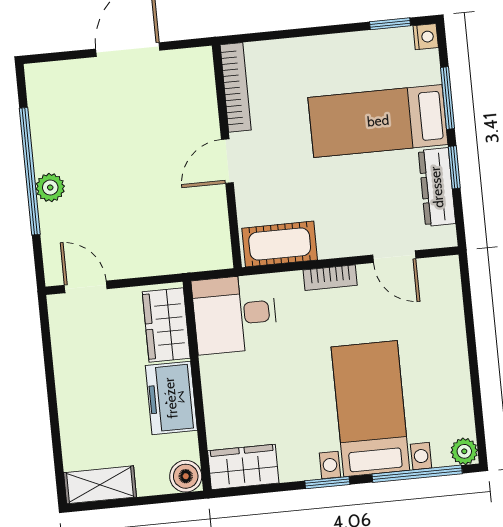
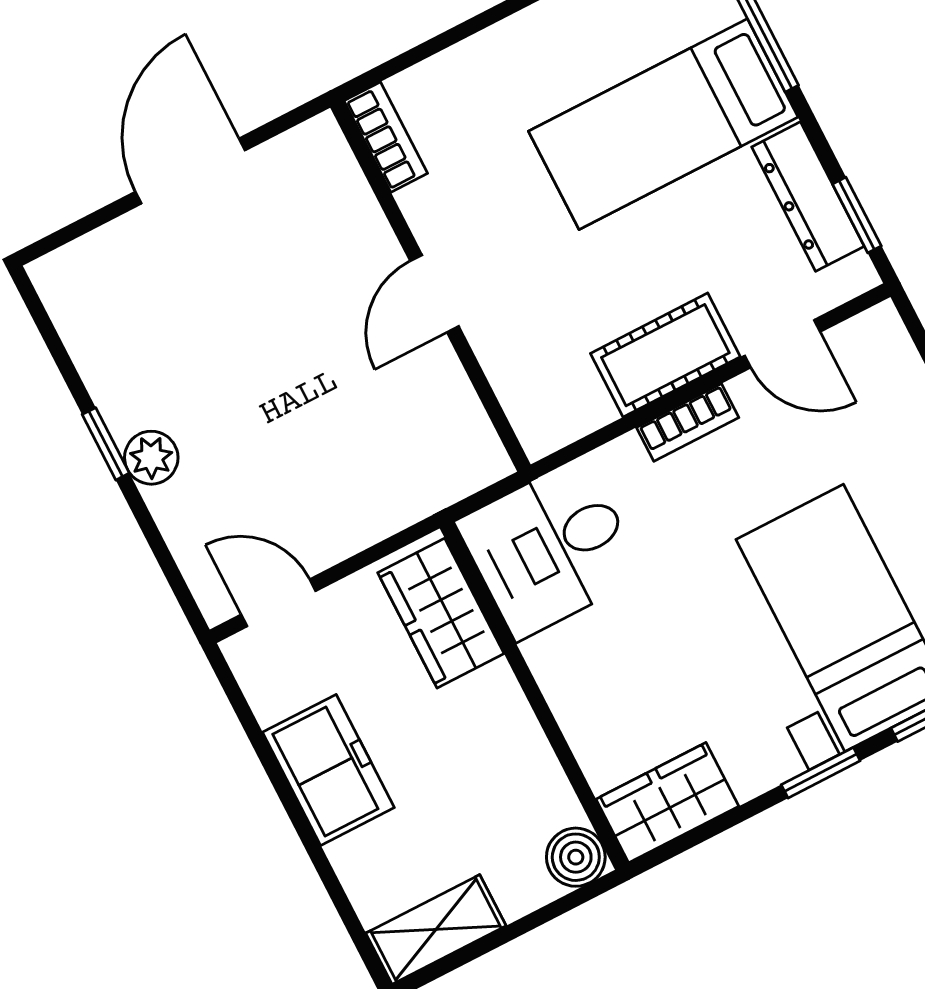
bookcase: (236, 87) -> (386, 137), width x0.64
window: (454, 167) -> (857, 215), moved
window: (30, 171) -> (106, 444), width x0.32
cot: (280, 244) -> (665, 355), moved
freezer: (171, 398) -> (328, 770), moved, turned 180

